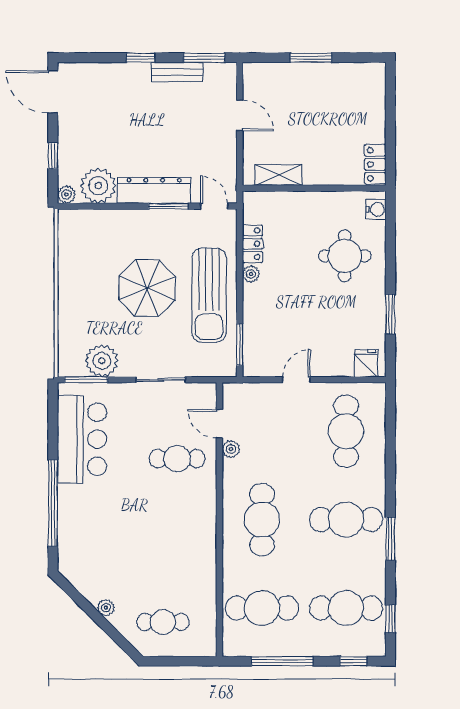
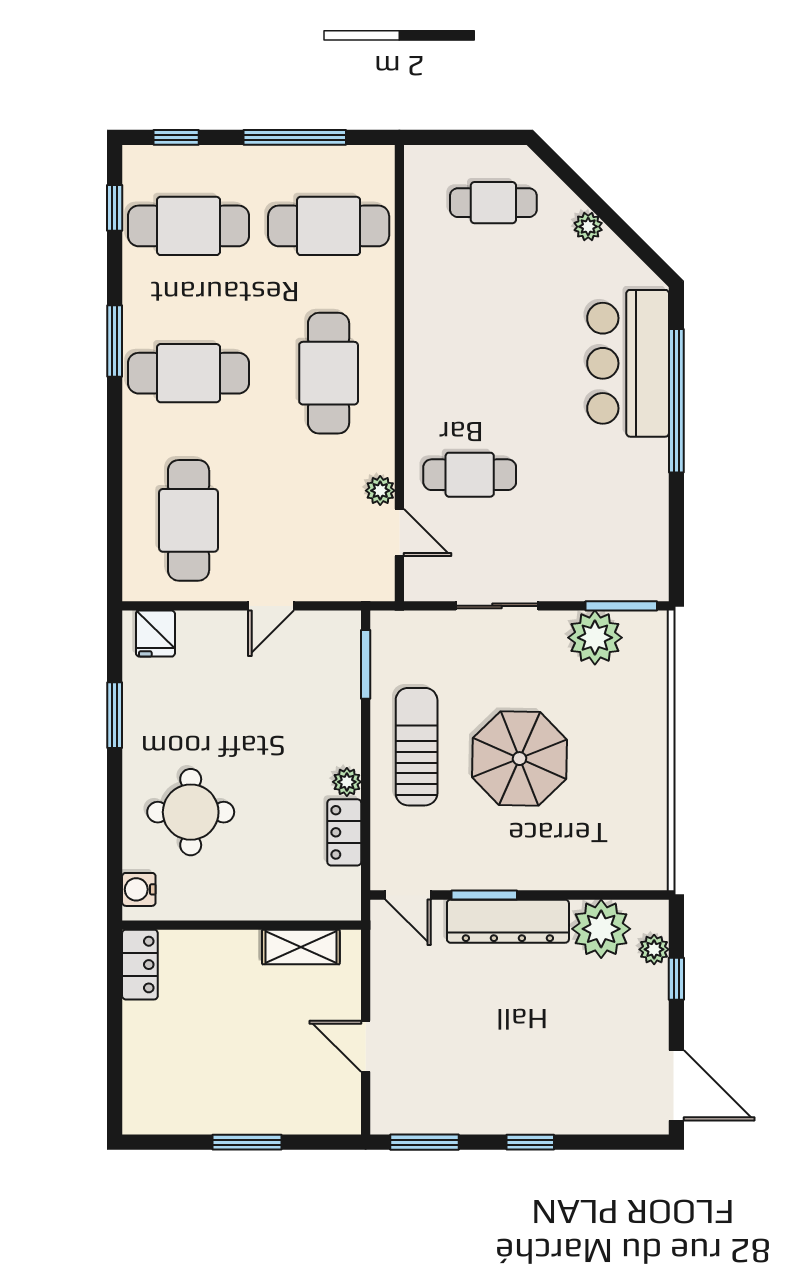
bench: (177, 72) -> (470, 1118), removed
plant: (66, 194) -> (654, 949), moved
sun lounger: (209, 295) -> (417, 747), width x0.73, depth x0.75
bar counter: (82, 439) -> (628, 363), moved

